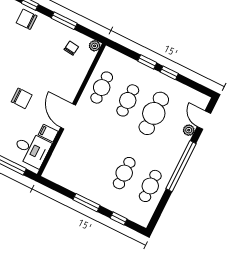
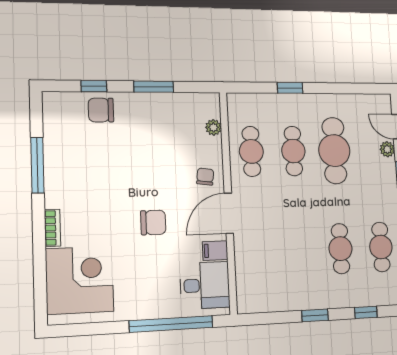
plant: (95, 46) -> (213, 127), moved
chair: (71, 48) -> (205, 177), moved
window: (169, 73) -> (325, 88), removed
door: (68, 116) -> (229, 213), hinge flipped
window: (86, 203) -> (315, 315), width x0.67

